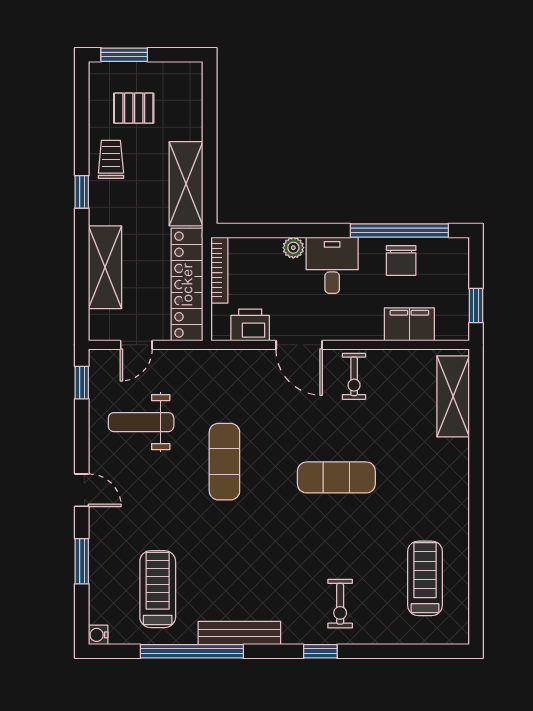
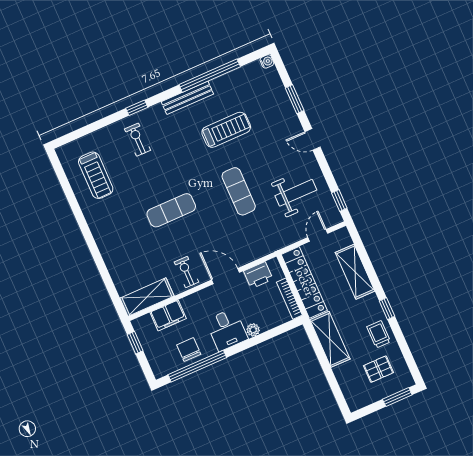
trolley: (111, 159) -> (379, 334), turned 180
shelving: (453, 396) -> (147, 297), moved, turned 90
treadmill: (158, 589) -> (226, 130), moved, turned -90

